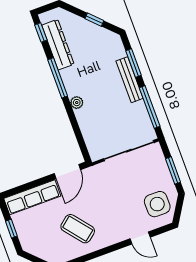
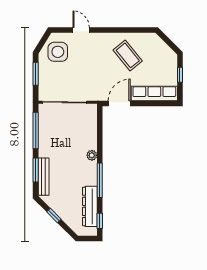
bench: (130, 80) -> (44, 177), moved

